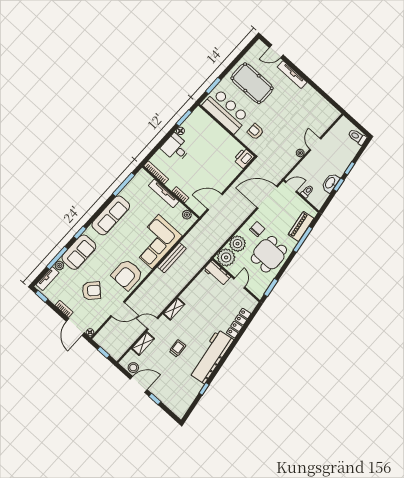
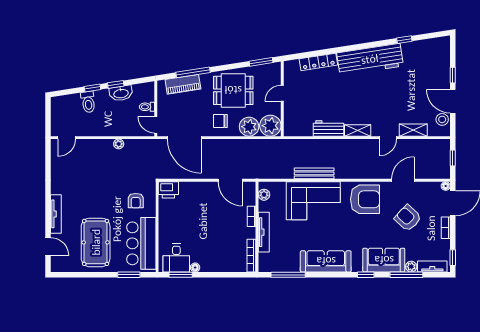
toilet: (357, 137) -> (88, 102), moved
door: (315, 144) -> (67, 138), moved
desk: (176, 148) -> (176, 258), moved
workbench: (217, 273) -> (329, 128), moved, turned -90
door: (118, 309) -> (403, 180), hinge flipped
door: (152, 324) -> (388, 138), hinge flipped
trolley: (177, 348) -> (390, 96), removed

